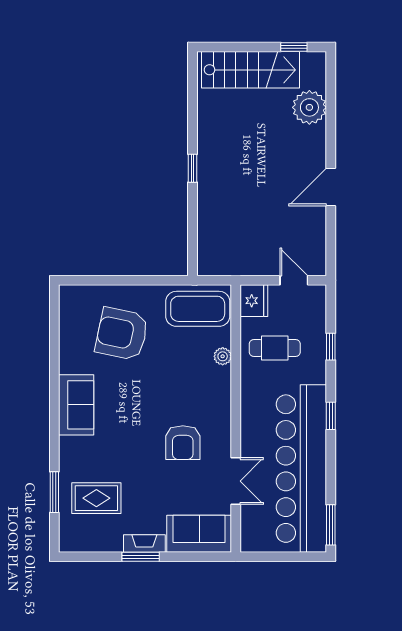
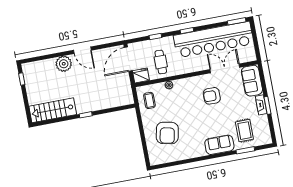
stairs: (250, 70) -> (53, 110), moved, turned -90
plant: (309, 107) -> (64, 64), moved
door: (294, 280) -> (128, 59), width x1.87
coffee table: (198, 309) -> (149, 100), width x0.54, depth x0.58
sofa: (76, 405) -> (219, 145), moved
armchair: (183, 443) -> (212, 96), turned 180
double door: (236, 481) -> (225, 68), width x1.37

